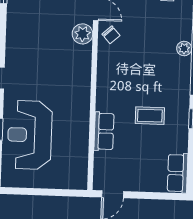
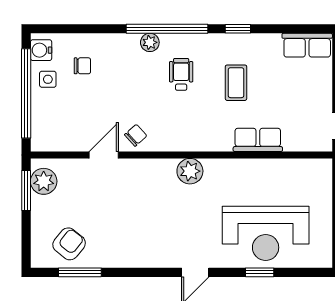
plant: (82, 34) -> (190, 171), moved
wheelchair: (158, 72) -> (181, 74), added

